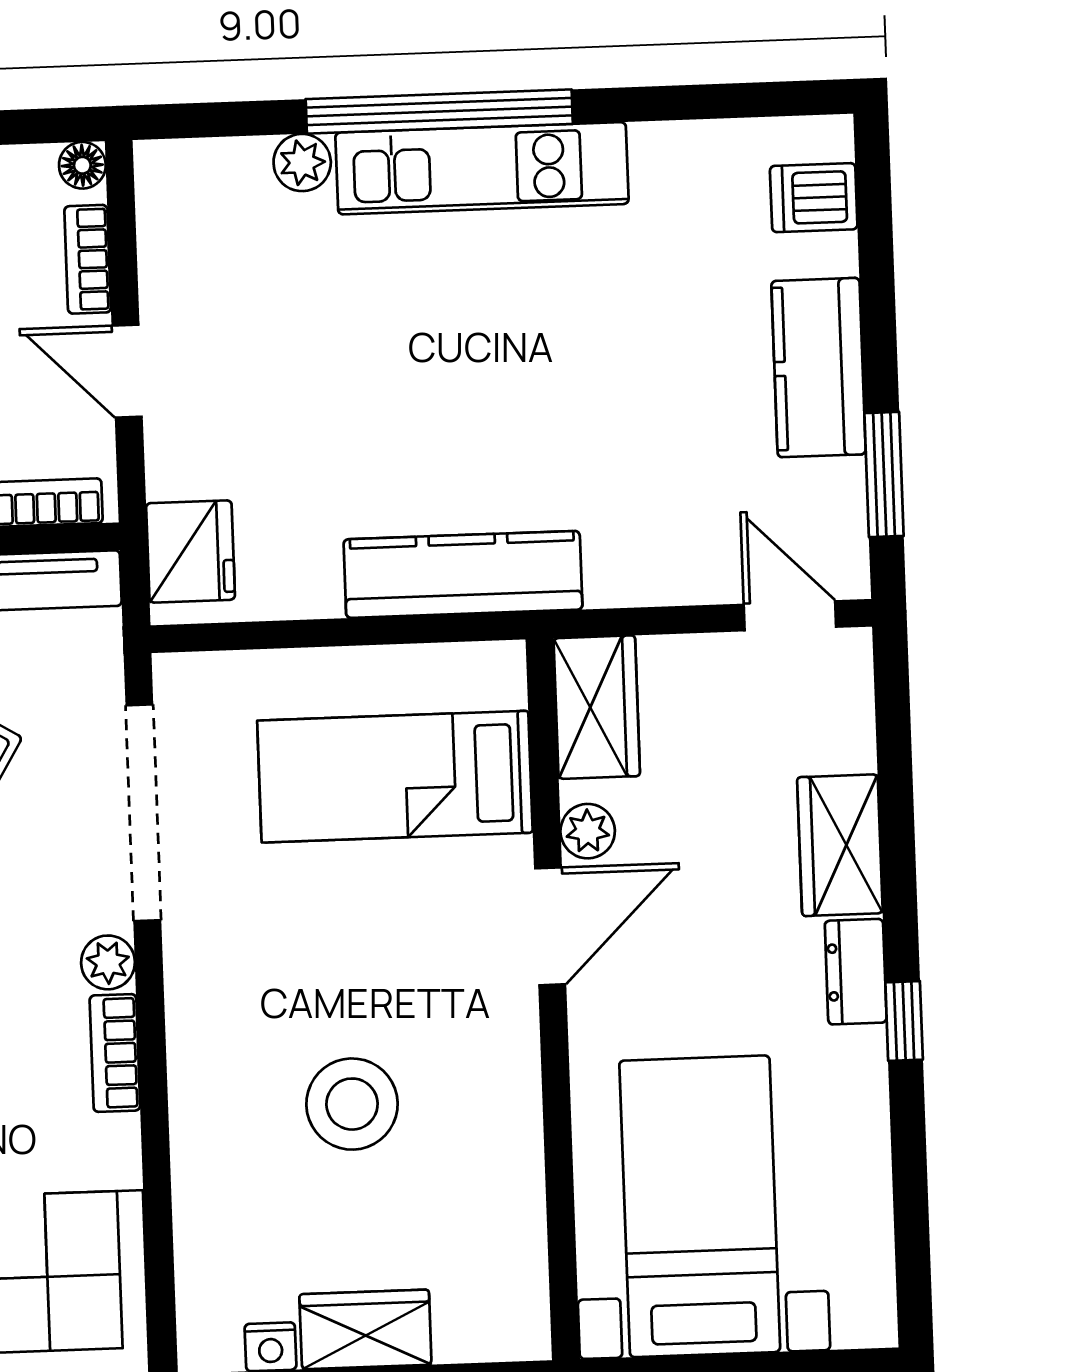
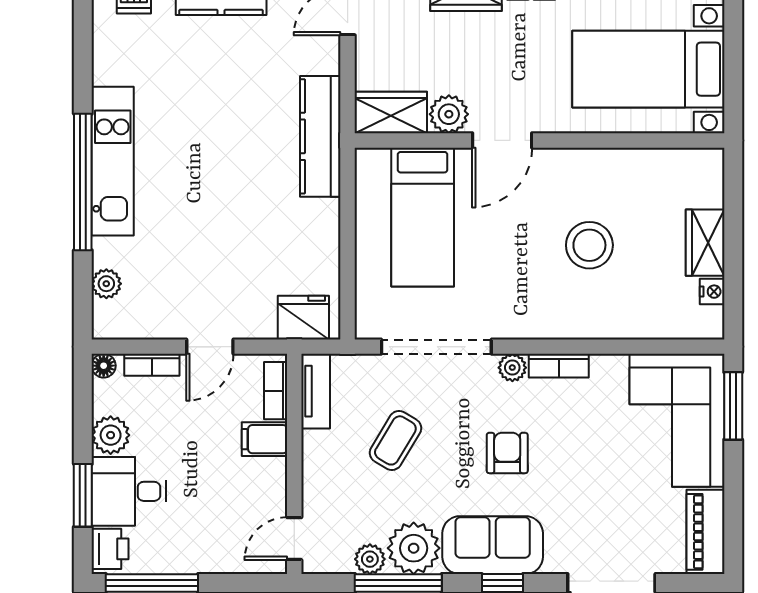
plant: (302, 163) -> (106, 284), moved
kitchen counter: (463, 574) -> (320, 136), moved
plant: (588, 831) -> (449, 114), width x1.38, depth x1.38
door: (550, 926) -> (502, 140), swing flipped

